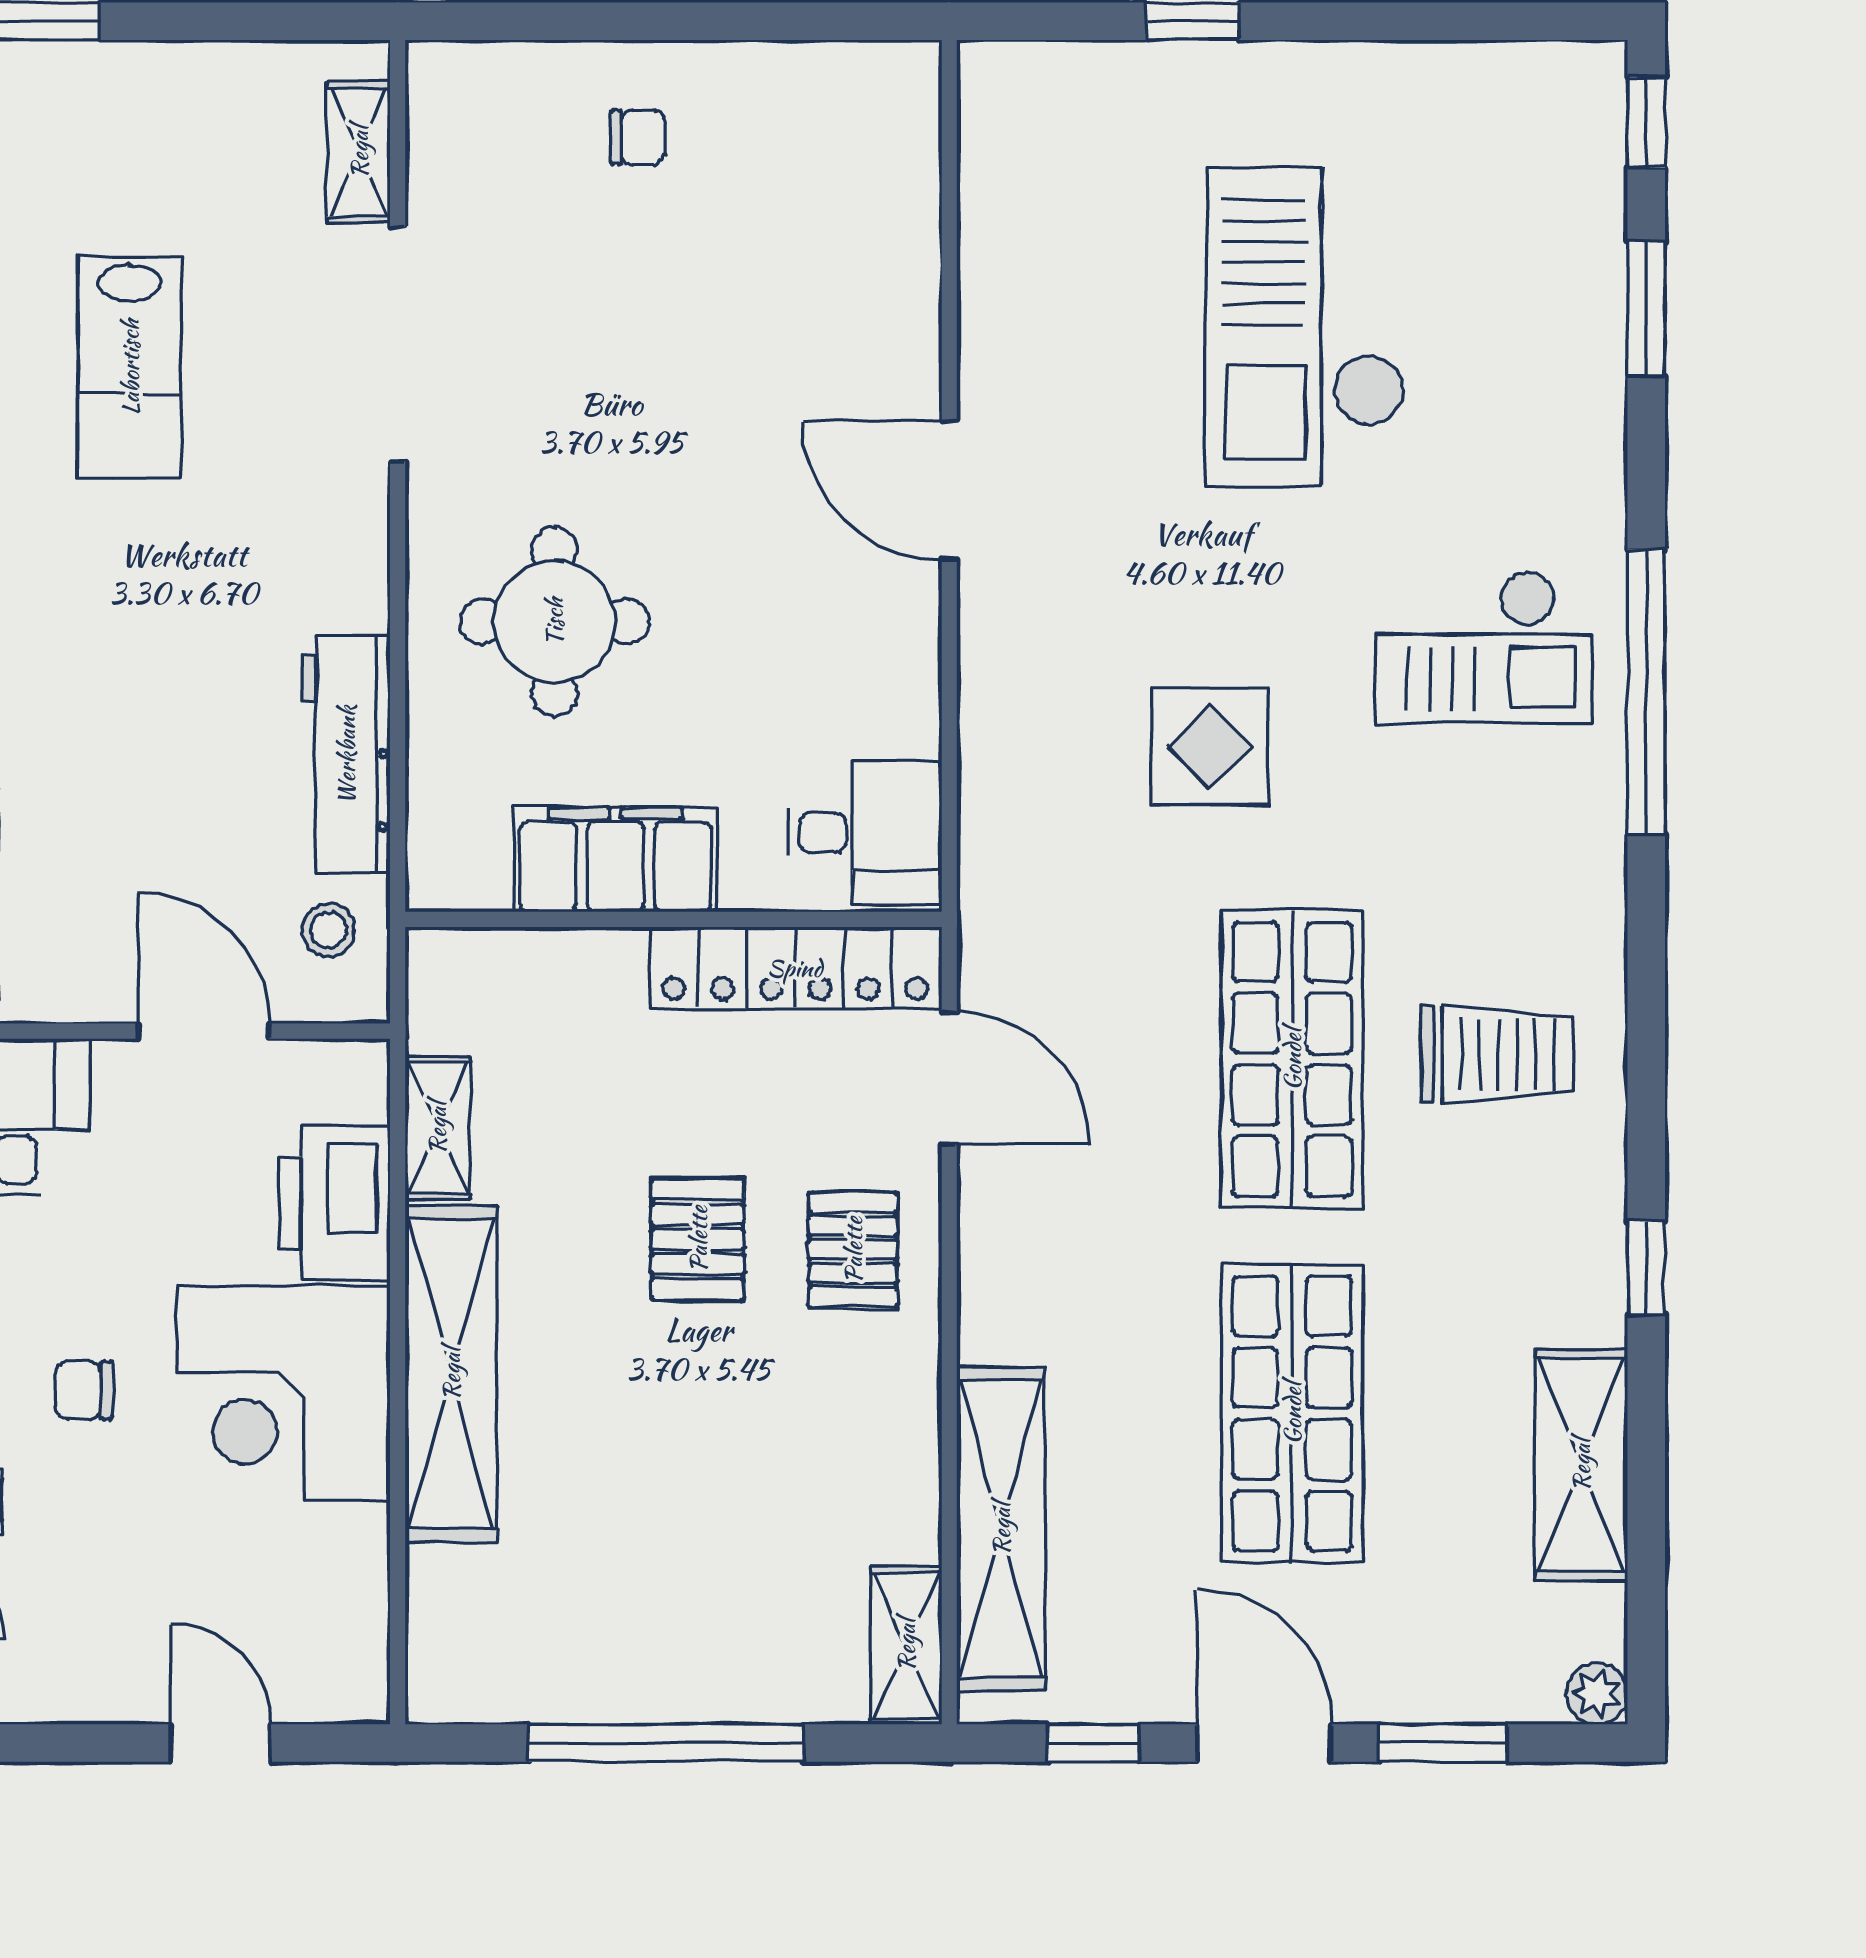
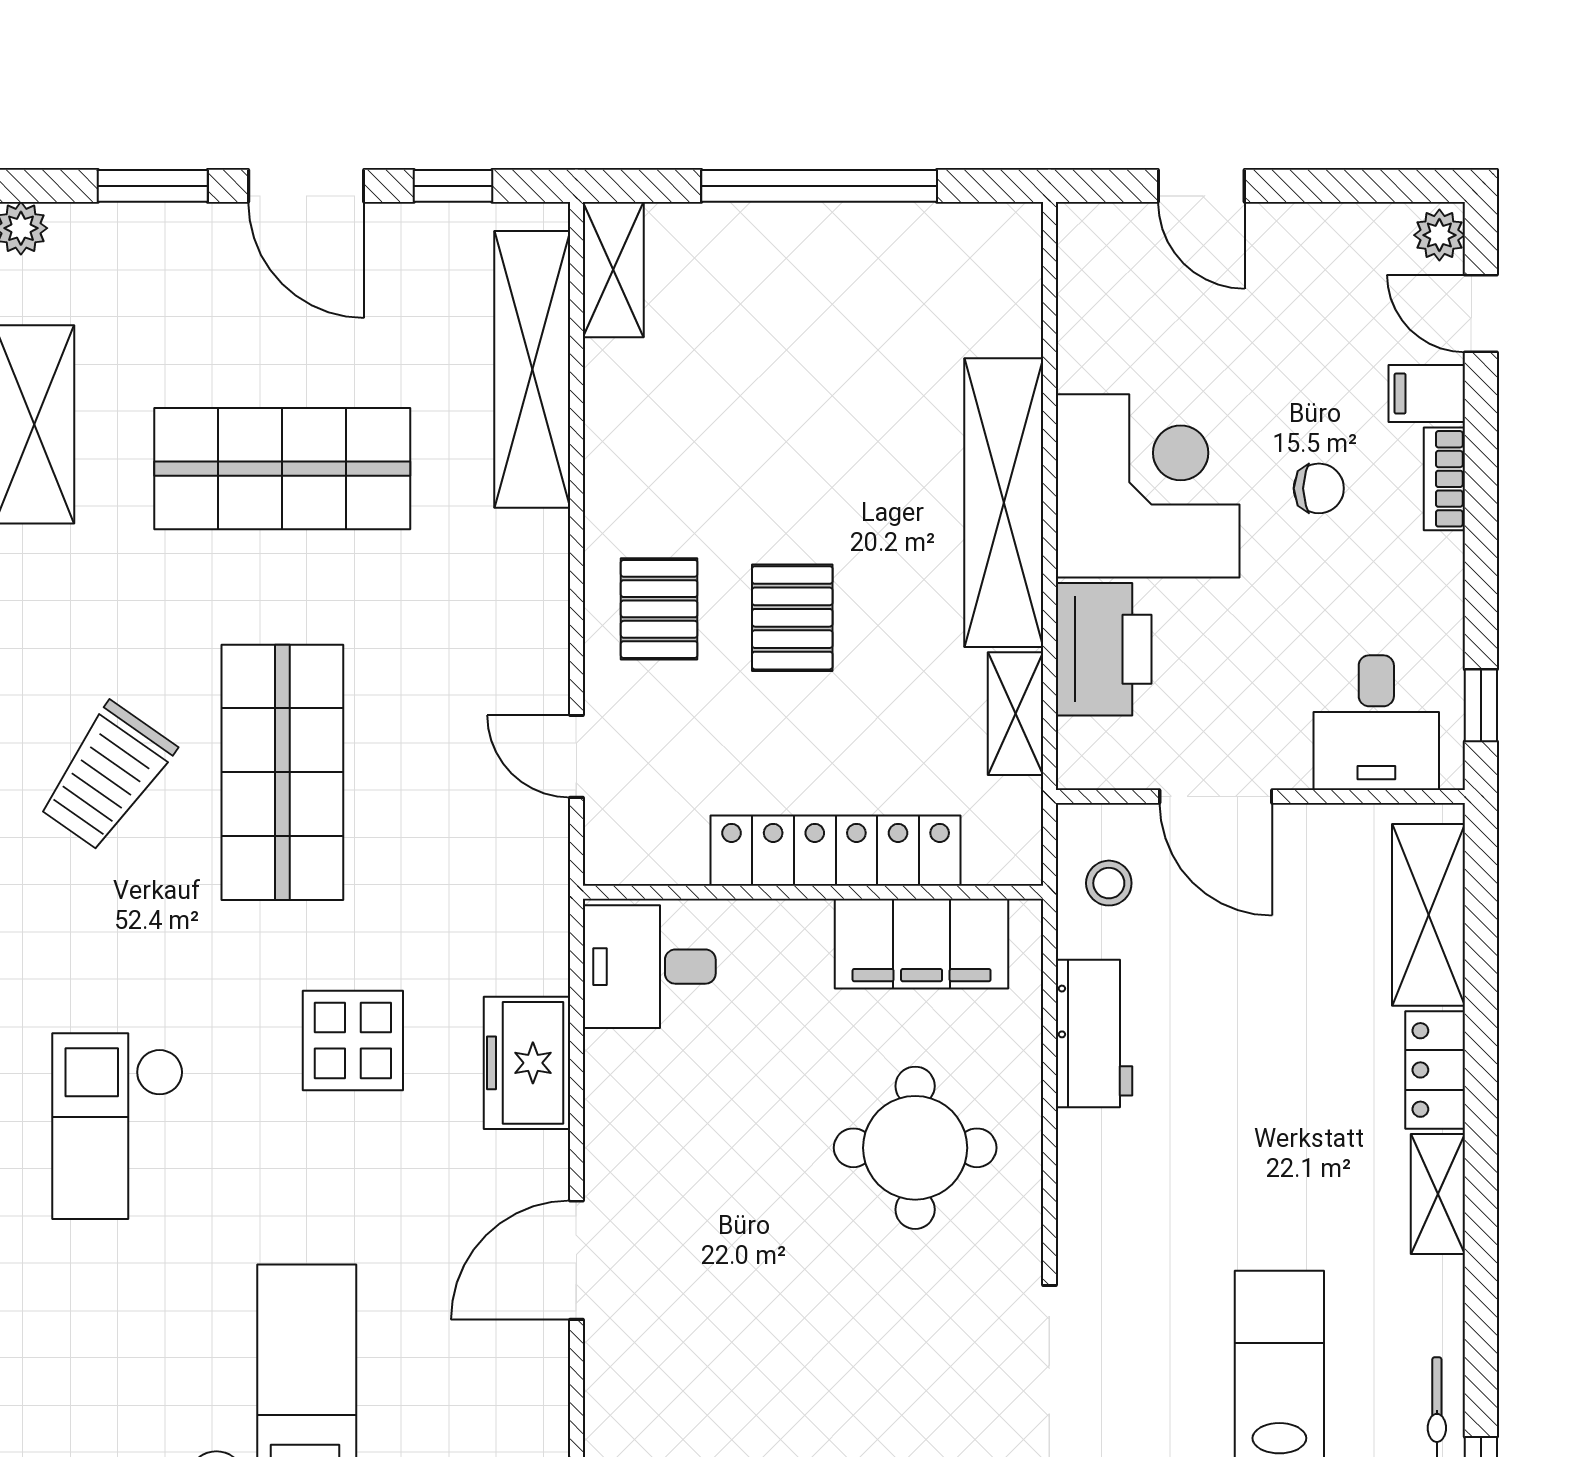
door: (949, 491) -> (576, 1260), swing flipped
checkout: (1484, 647) -> (118, 1126), turned -90
freezer: (1007, 721) -> (527, 1063), added
workbench: (346, 755) -> (1094, 1034), width x0.73
filing cabinet: (615, 860) -> (922, 944), moved
locker: (795, 968) -> (836, 851), moved
trolley: (1497, 1054) -> (107, 776), turned -55
door: (949, 1078) -> (576, 756), width x0.73
shop shelf: (1292, 1413) -> (282, 469), turned 90

